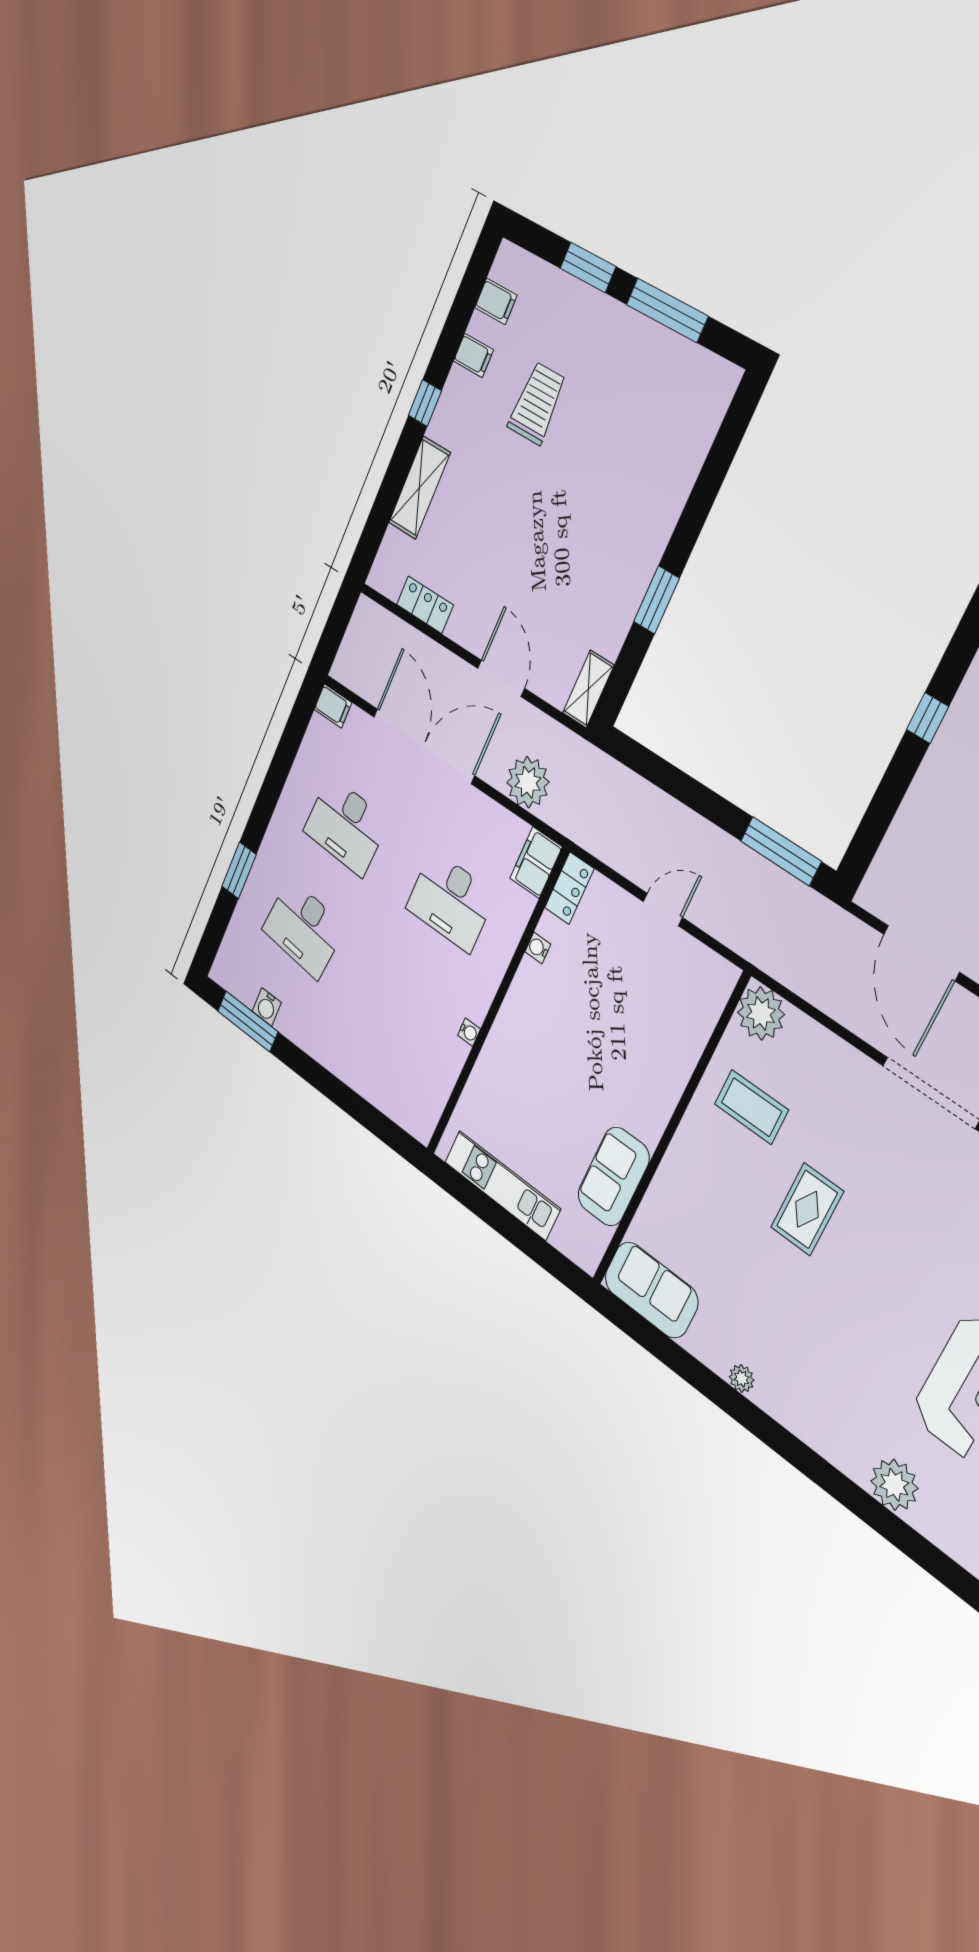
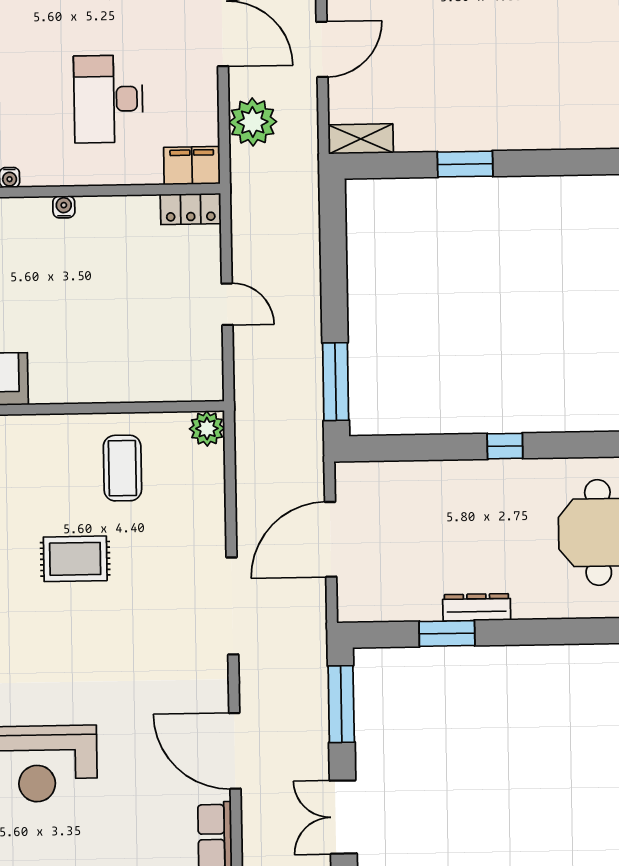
water cooler: (538, 948) -> (64, 207), moved
plant: (761, 1013) -> (207, 429), width x0.73, depth x0.73

